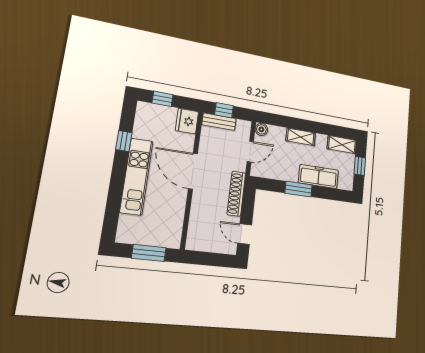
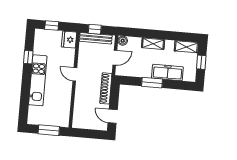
bench: (219, 122) -> (96, 38), width x1.36
door: (193, 171) -> (75, 74), width x0.53

